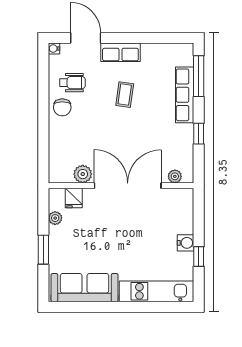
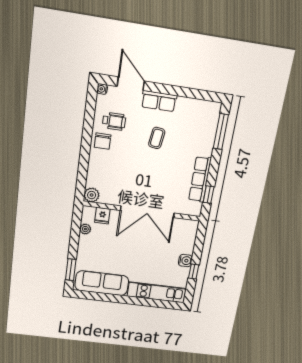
row of seats: (185, 95) -> (200, 179), moved
window: (199, 134) -> (209, 194), moved
plant: (83, 174) -> (92, 195), moved
plant: (175, 176) -> (186, 210), removed
double door: (128, 186) -> (147, 212), swing flipped
window: (43, 250) -> (71, 270), moved

